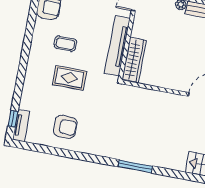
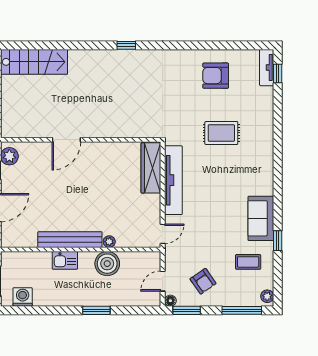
coffee table: (65, 44) -> (234, 172), removed
window: (135, 166) -> (126, 45), width x0.46

